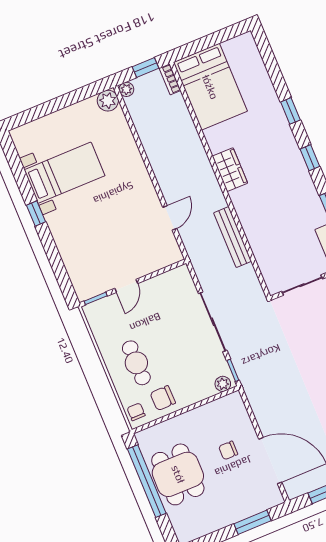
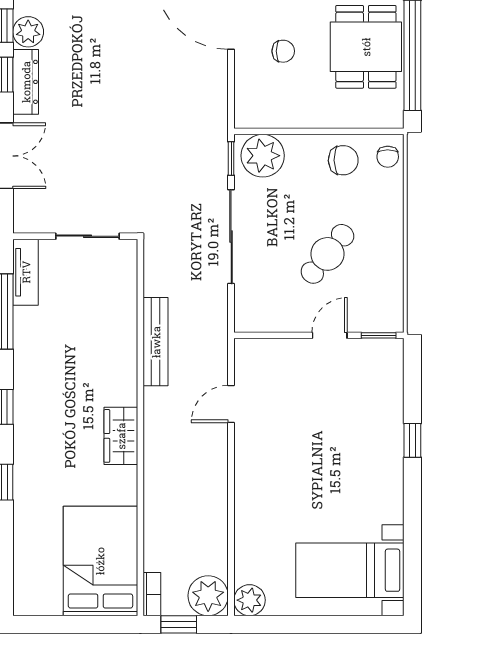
plant: (126, 89) -> (208, 596), width x1.88, depth x1.88
bed with nightstands: (65, 173) -> (350, 570), moved
window: (36, 214) -> (412, 440), moved
cafe table: (136, 363) -> (327, 254), moved, turned 39
plant: (223, 384) -> (263, 156), width x1.87, depth x1.87

